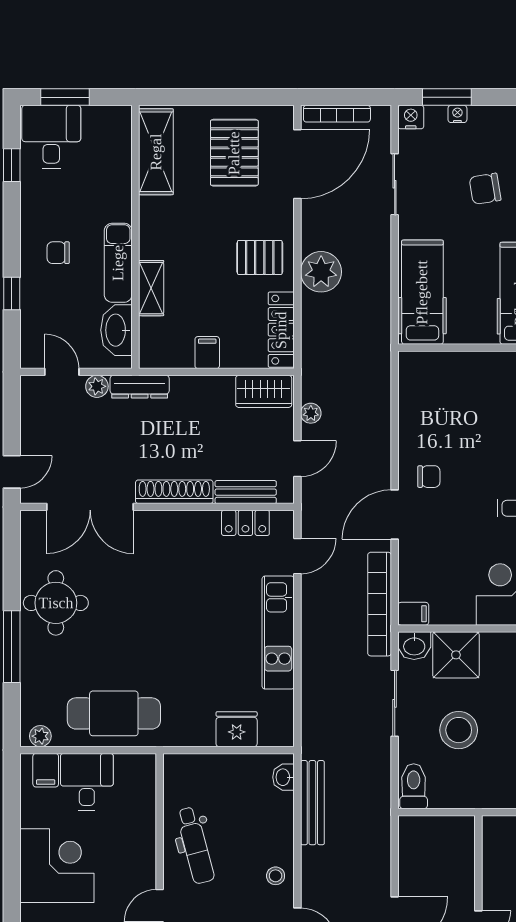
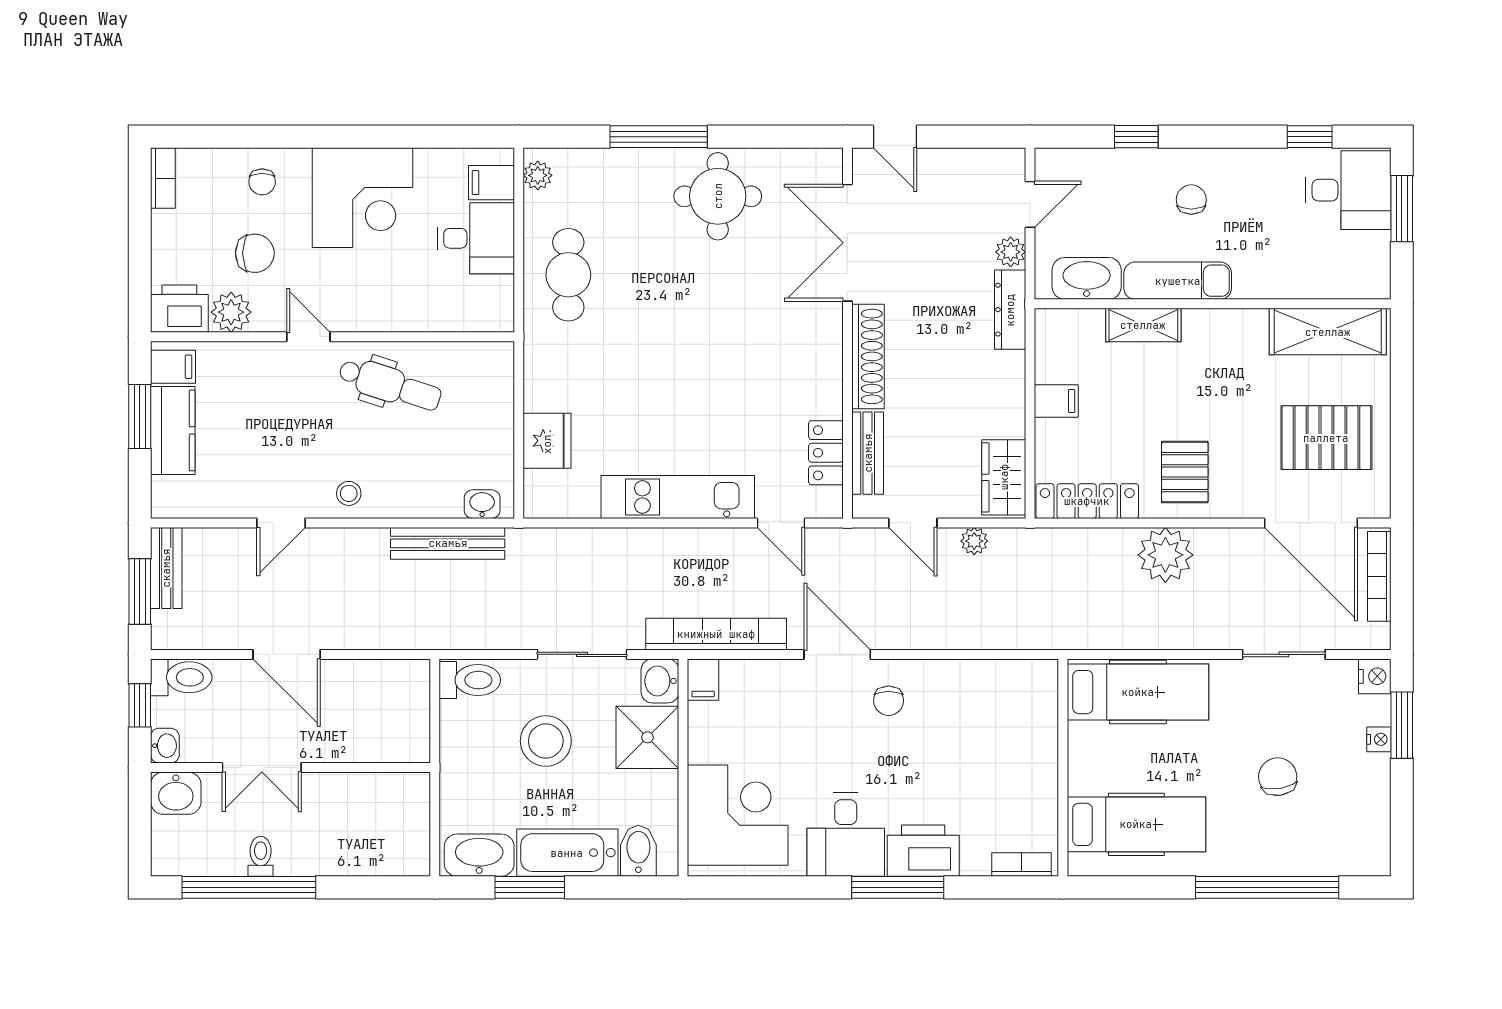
cafe table: (114, 713) -> (568, 275), width x0.73, depth x0.74
dental chair: (195, 845) -> (390, 385), turned -147

